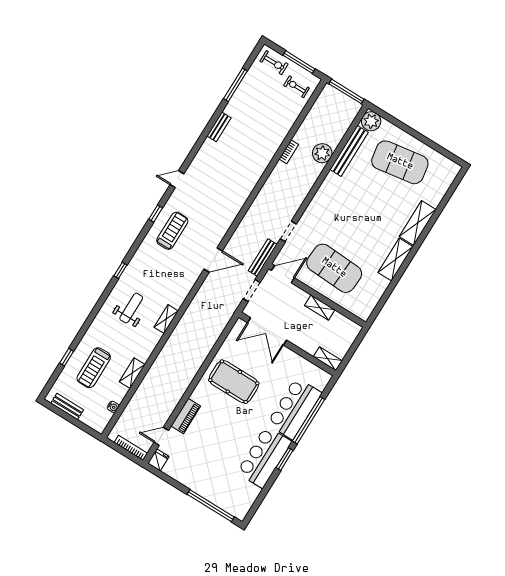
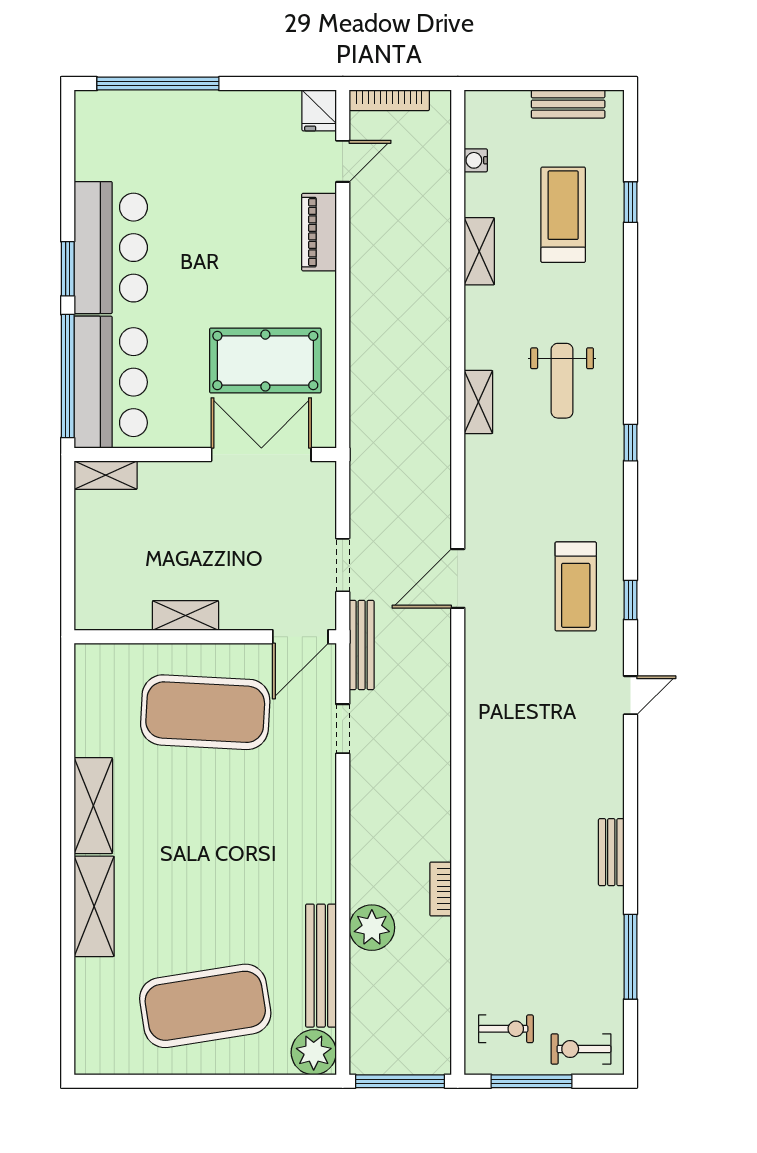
double door: (267, 331) -> (261, 454), moved
wall: (287, 344) -> (205, 454), moved
shelving: (328, 359) -> (106, 475), moved

